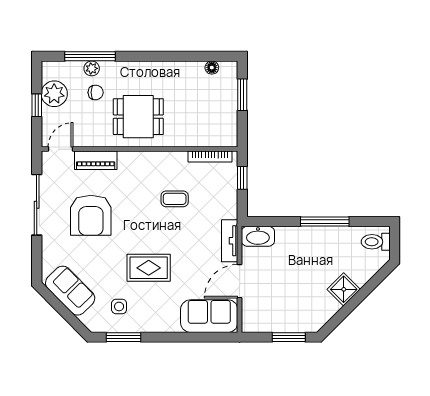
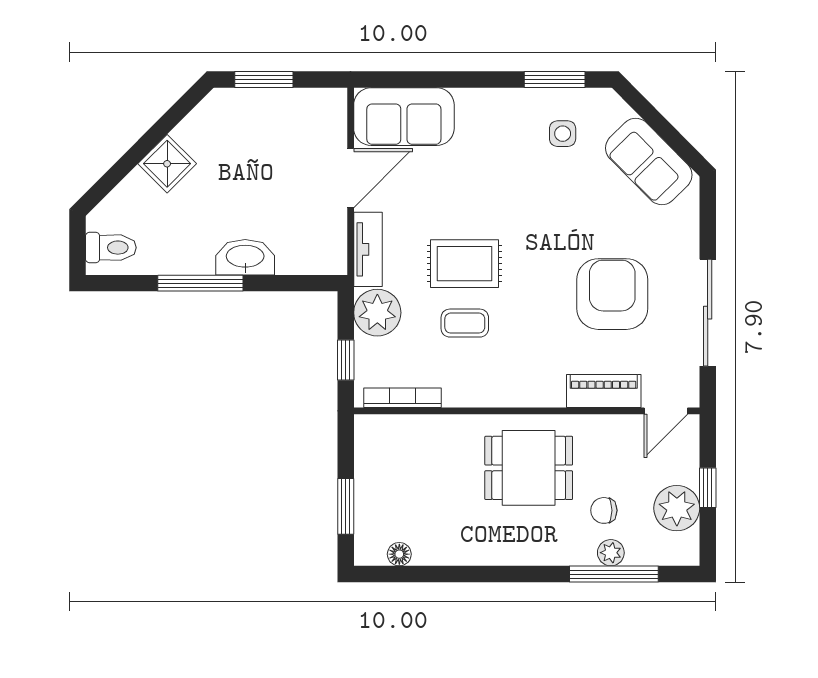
plant: (224, 205) -> (377, 313), added
washbasin: (258, 236) -> (245, 257), moved
rug: (149, 268) -> (464, 264), moved

